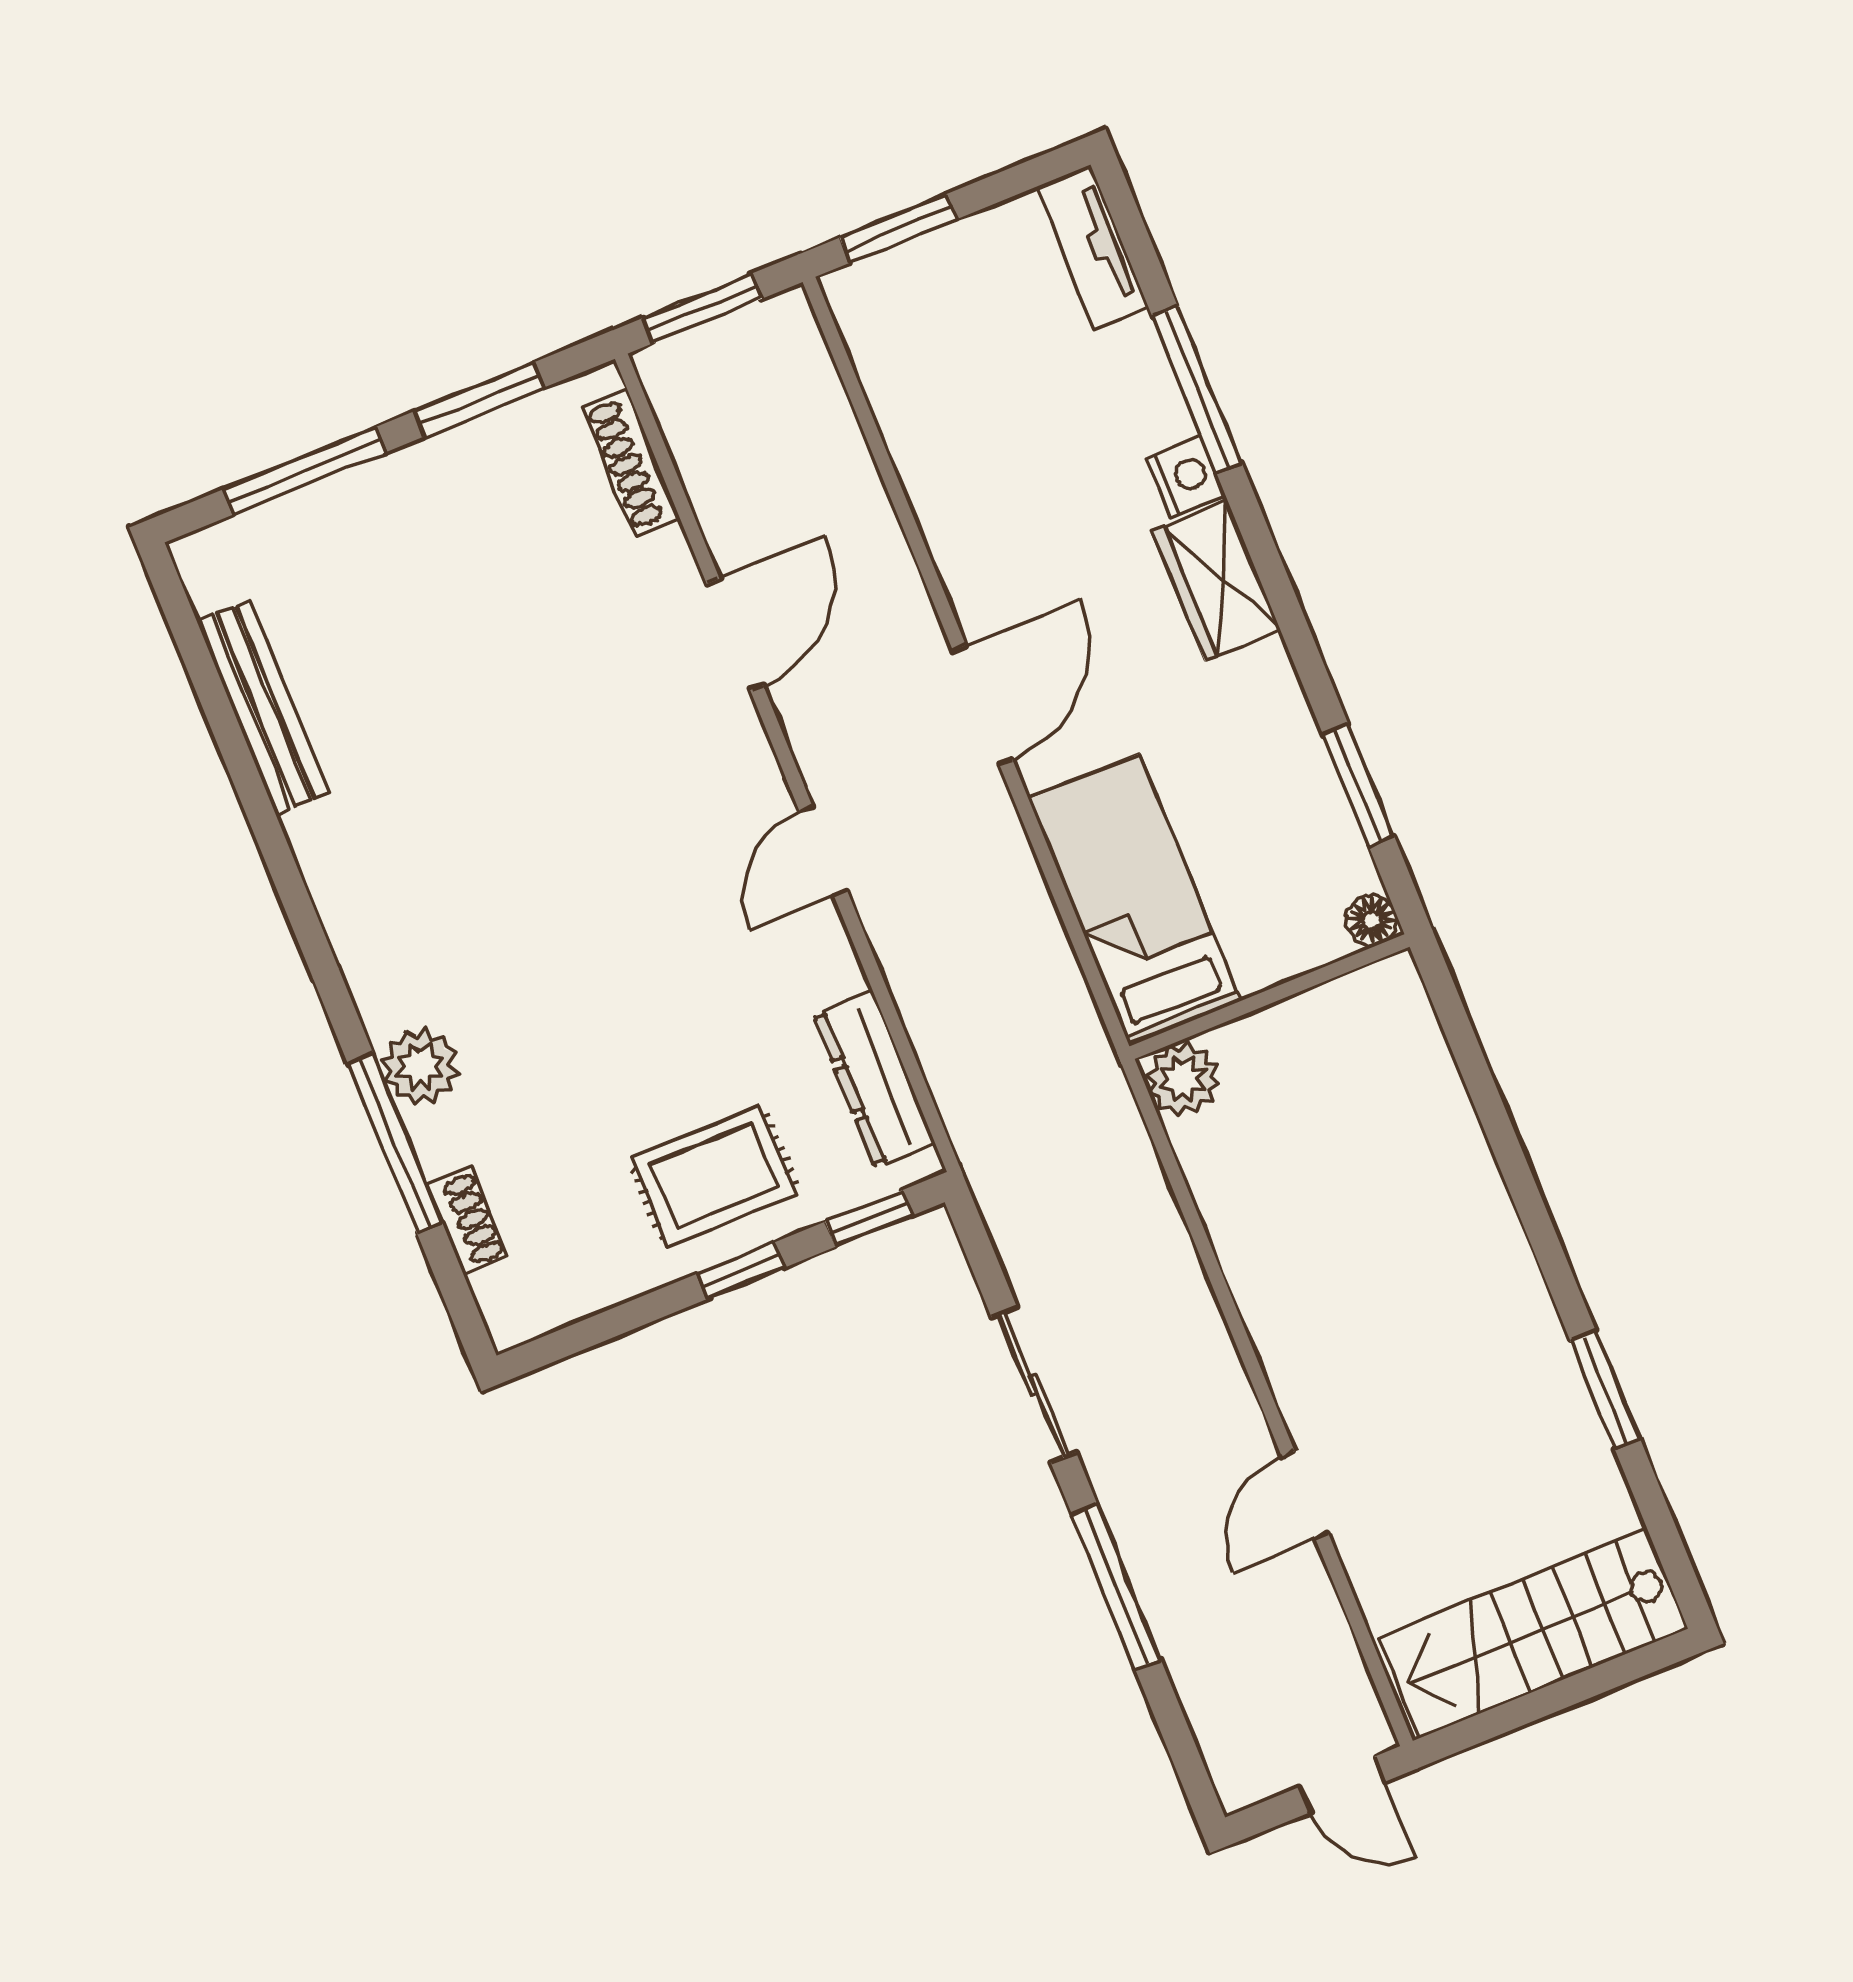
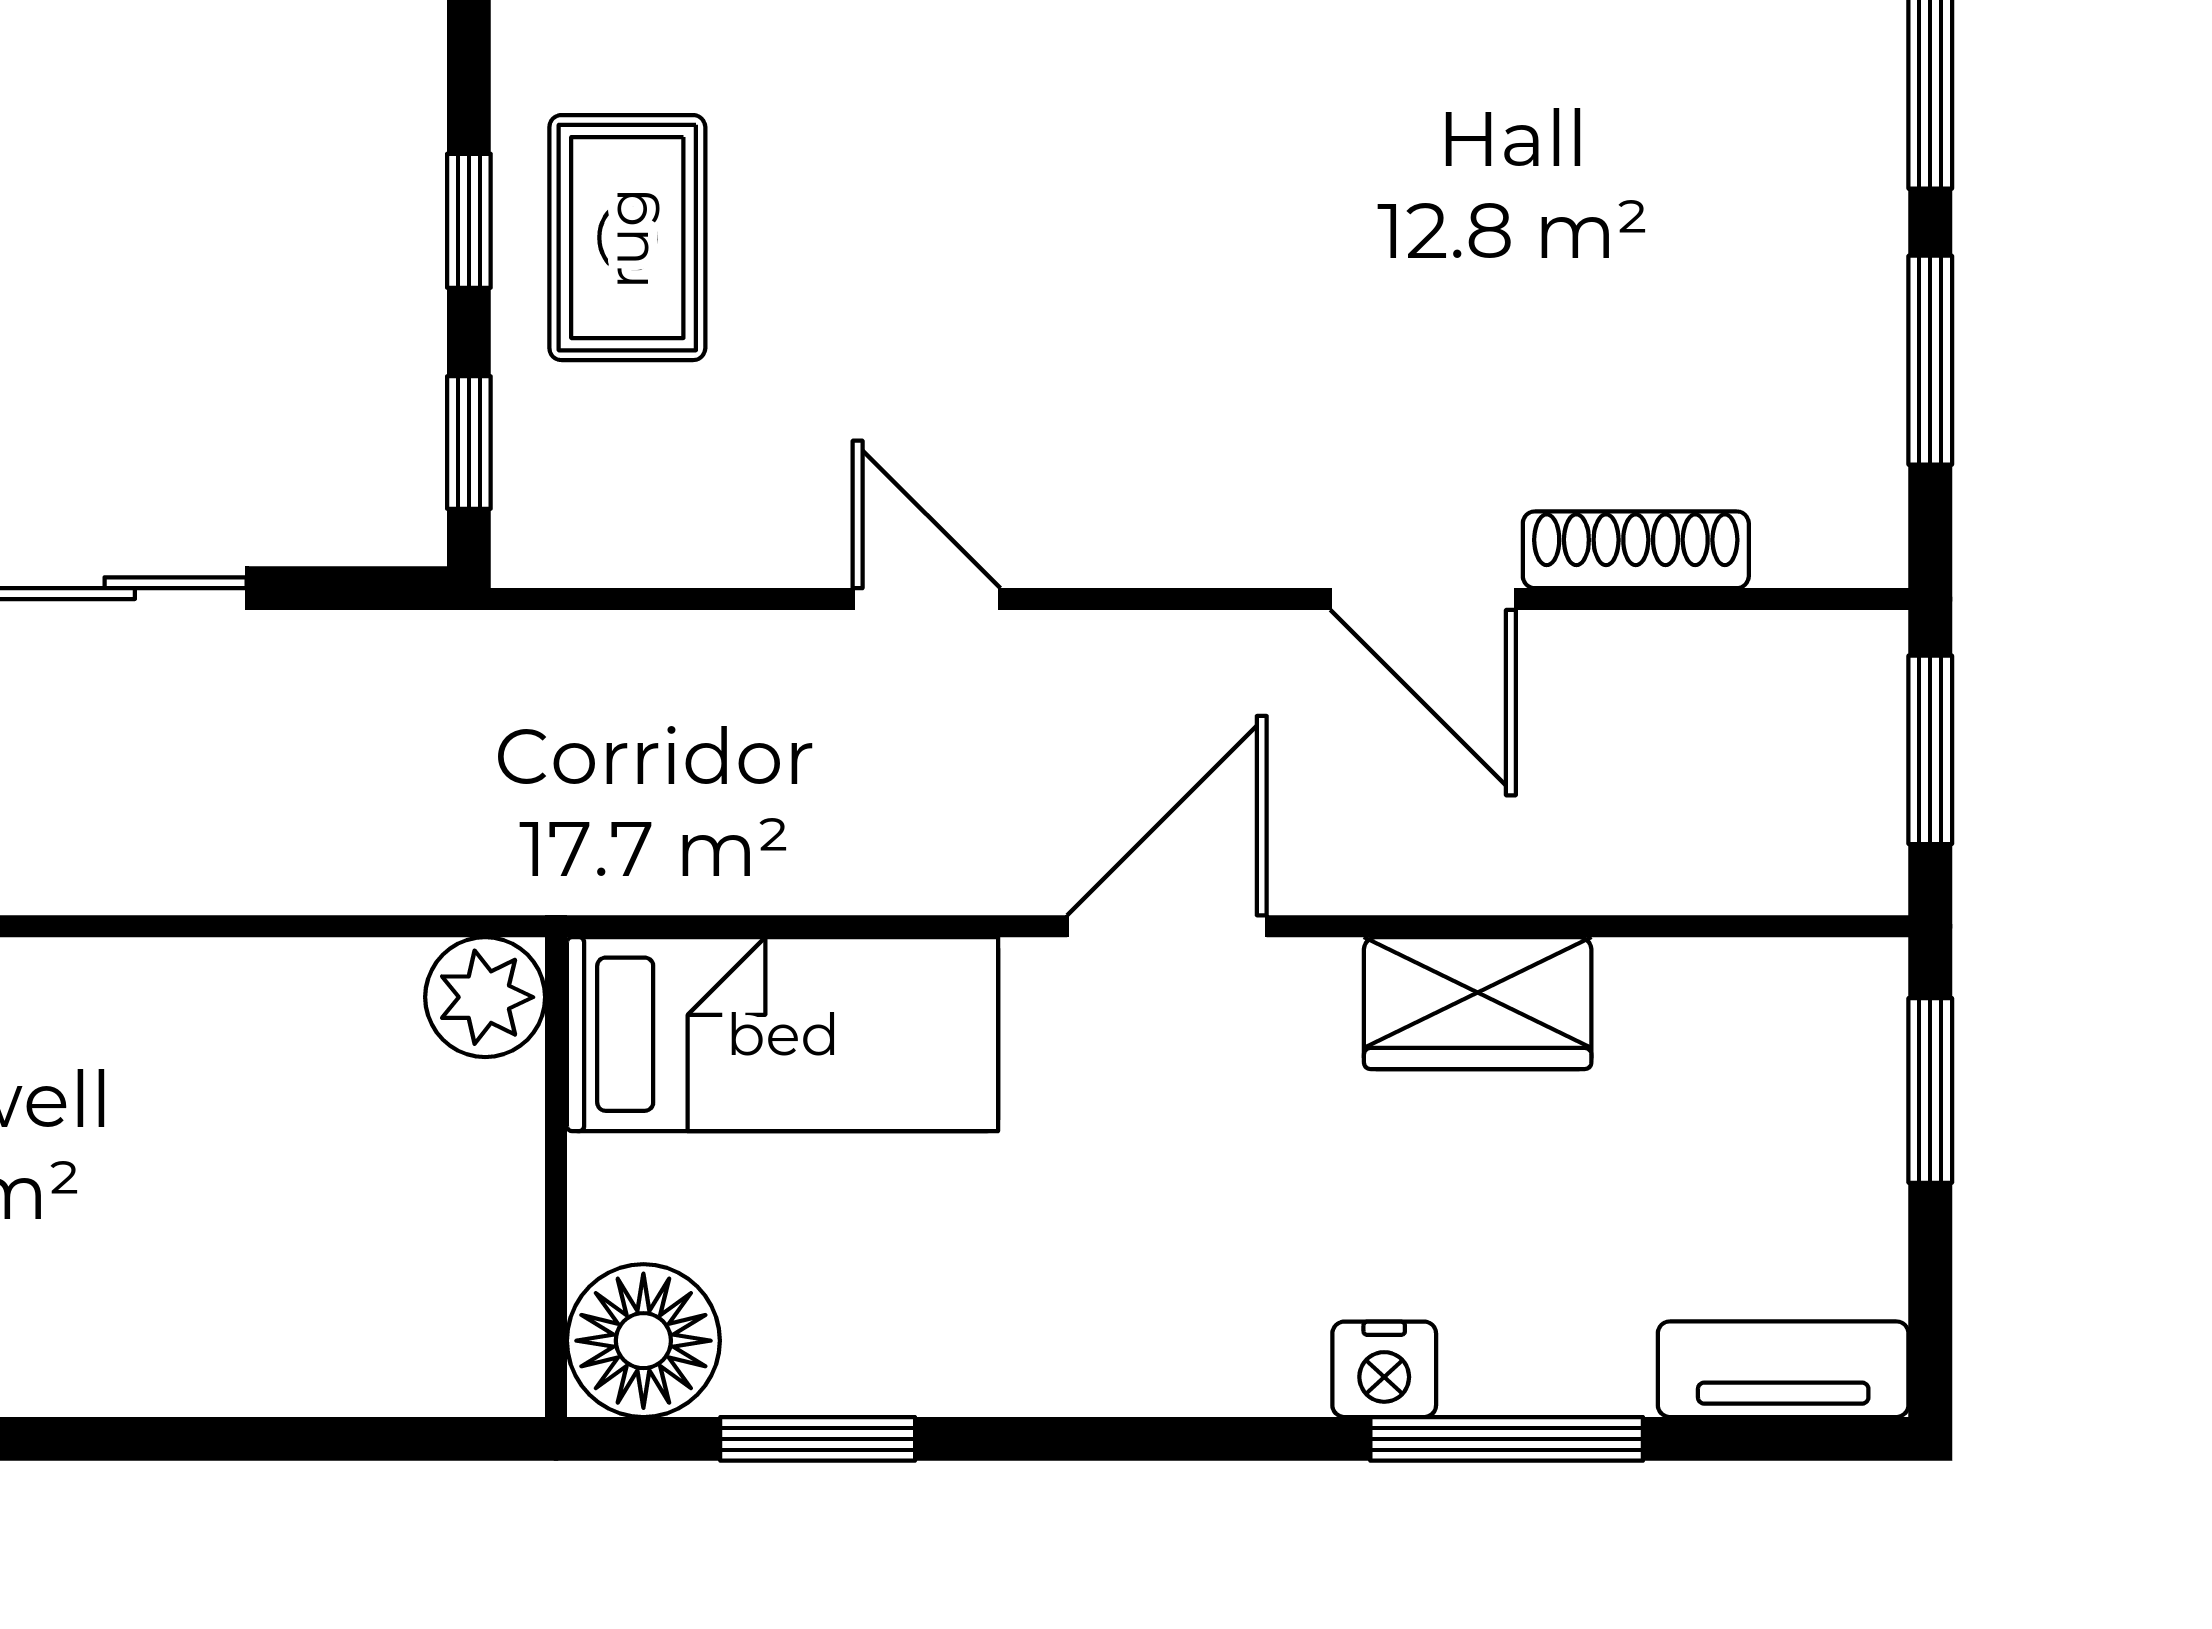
shoe rack: (632, 462) -> (1636, 550), moved
wardrobe: (1216, 581) -> (1478, 1003), moved, turned 180
door: (983, 705) -> (1167, 926), swing flipped
door: (823, 851) -> (926, 599), moved
floor lamp: (1372, 920) -> (643, 1341), width x1.89, depth x1.89
dresser: (874, 1079) -> (674, 536), removed

